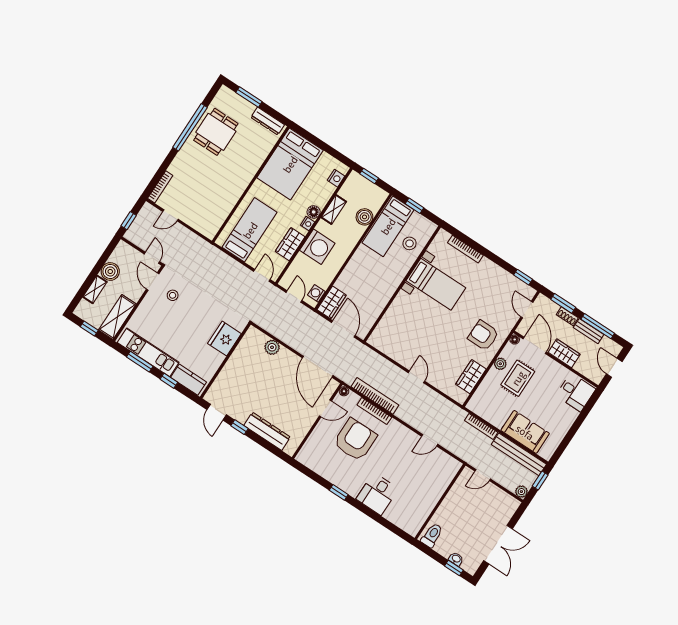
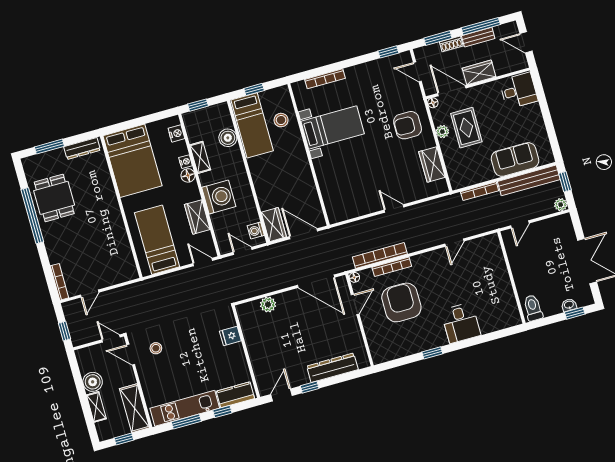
nightstand: (308, 224) -> (186, 162), moved
fridge: (224, 339) -> (230, 336), width x0.53, depth x0.75
door: (217, 412) -> (281, 395), swing flipped

